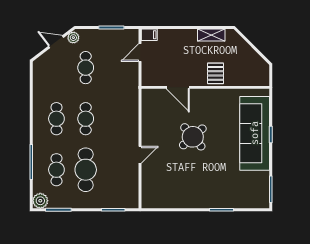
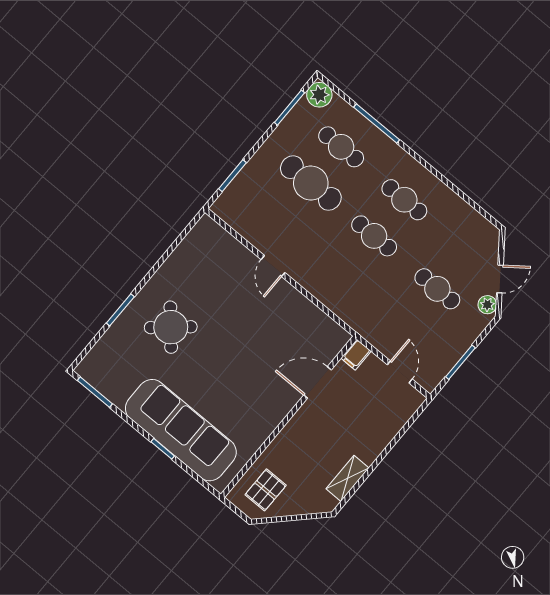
filing cabinet: (149, 35) -> (356, 355), moved
pallet: (215, 73) -> (266, 490), moved, turned 90
round table: (193, 137) -> (171, 327), moved

